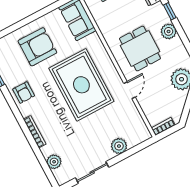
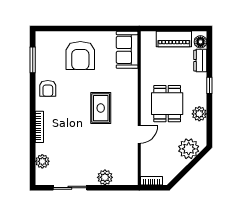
plant: (169, 31) -> (199, 114), moved
armchair: (37, 47) -> (80, 56), turned 90
rug: (81, 85) -> (101, 108), width x0.54, depth x0.49

